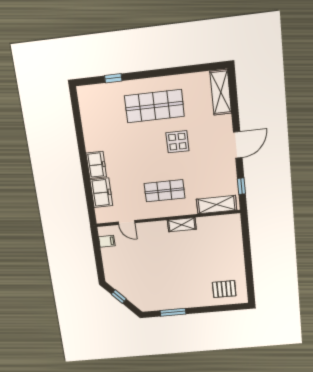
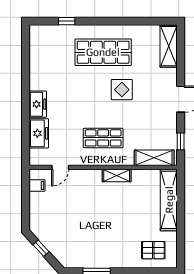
door: (127, 222) -> (60, 167), hinge flipped
shelving: (235, 243) -> (169, 200), added

